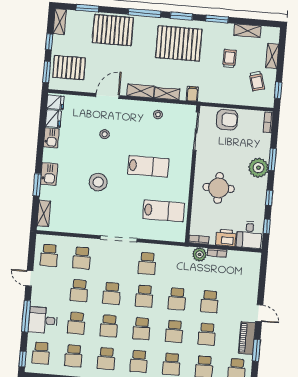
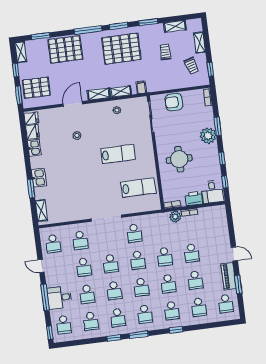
armchair: (227, 120) -> (174, 102), turned 180
stool: (98, 182) -> (80, 176), removed

